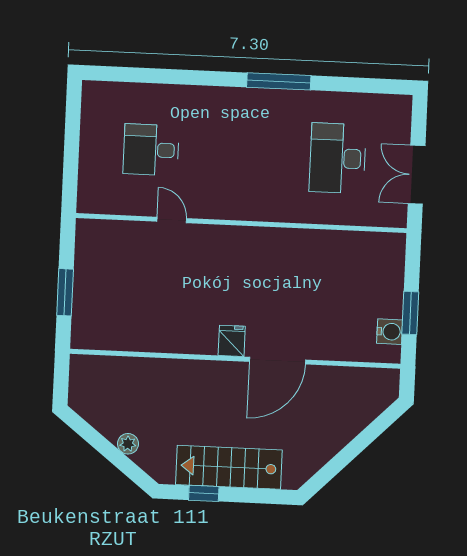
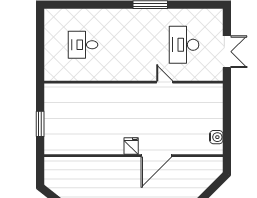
double door: (417, 175) -> (227, 52), swing flipped
door: (172, 220) -> (165, 82), moved
window: (410, 313) -> (227, 127), removed

